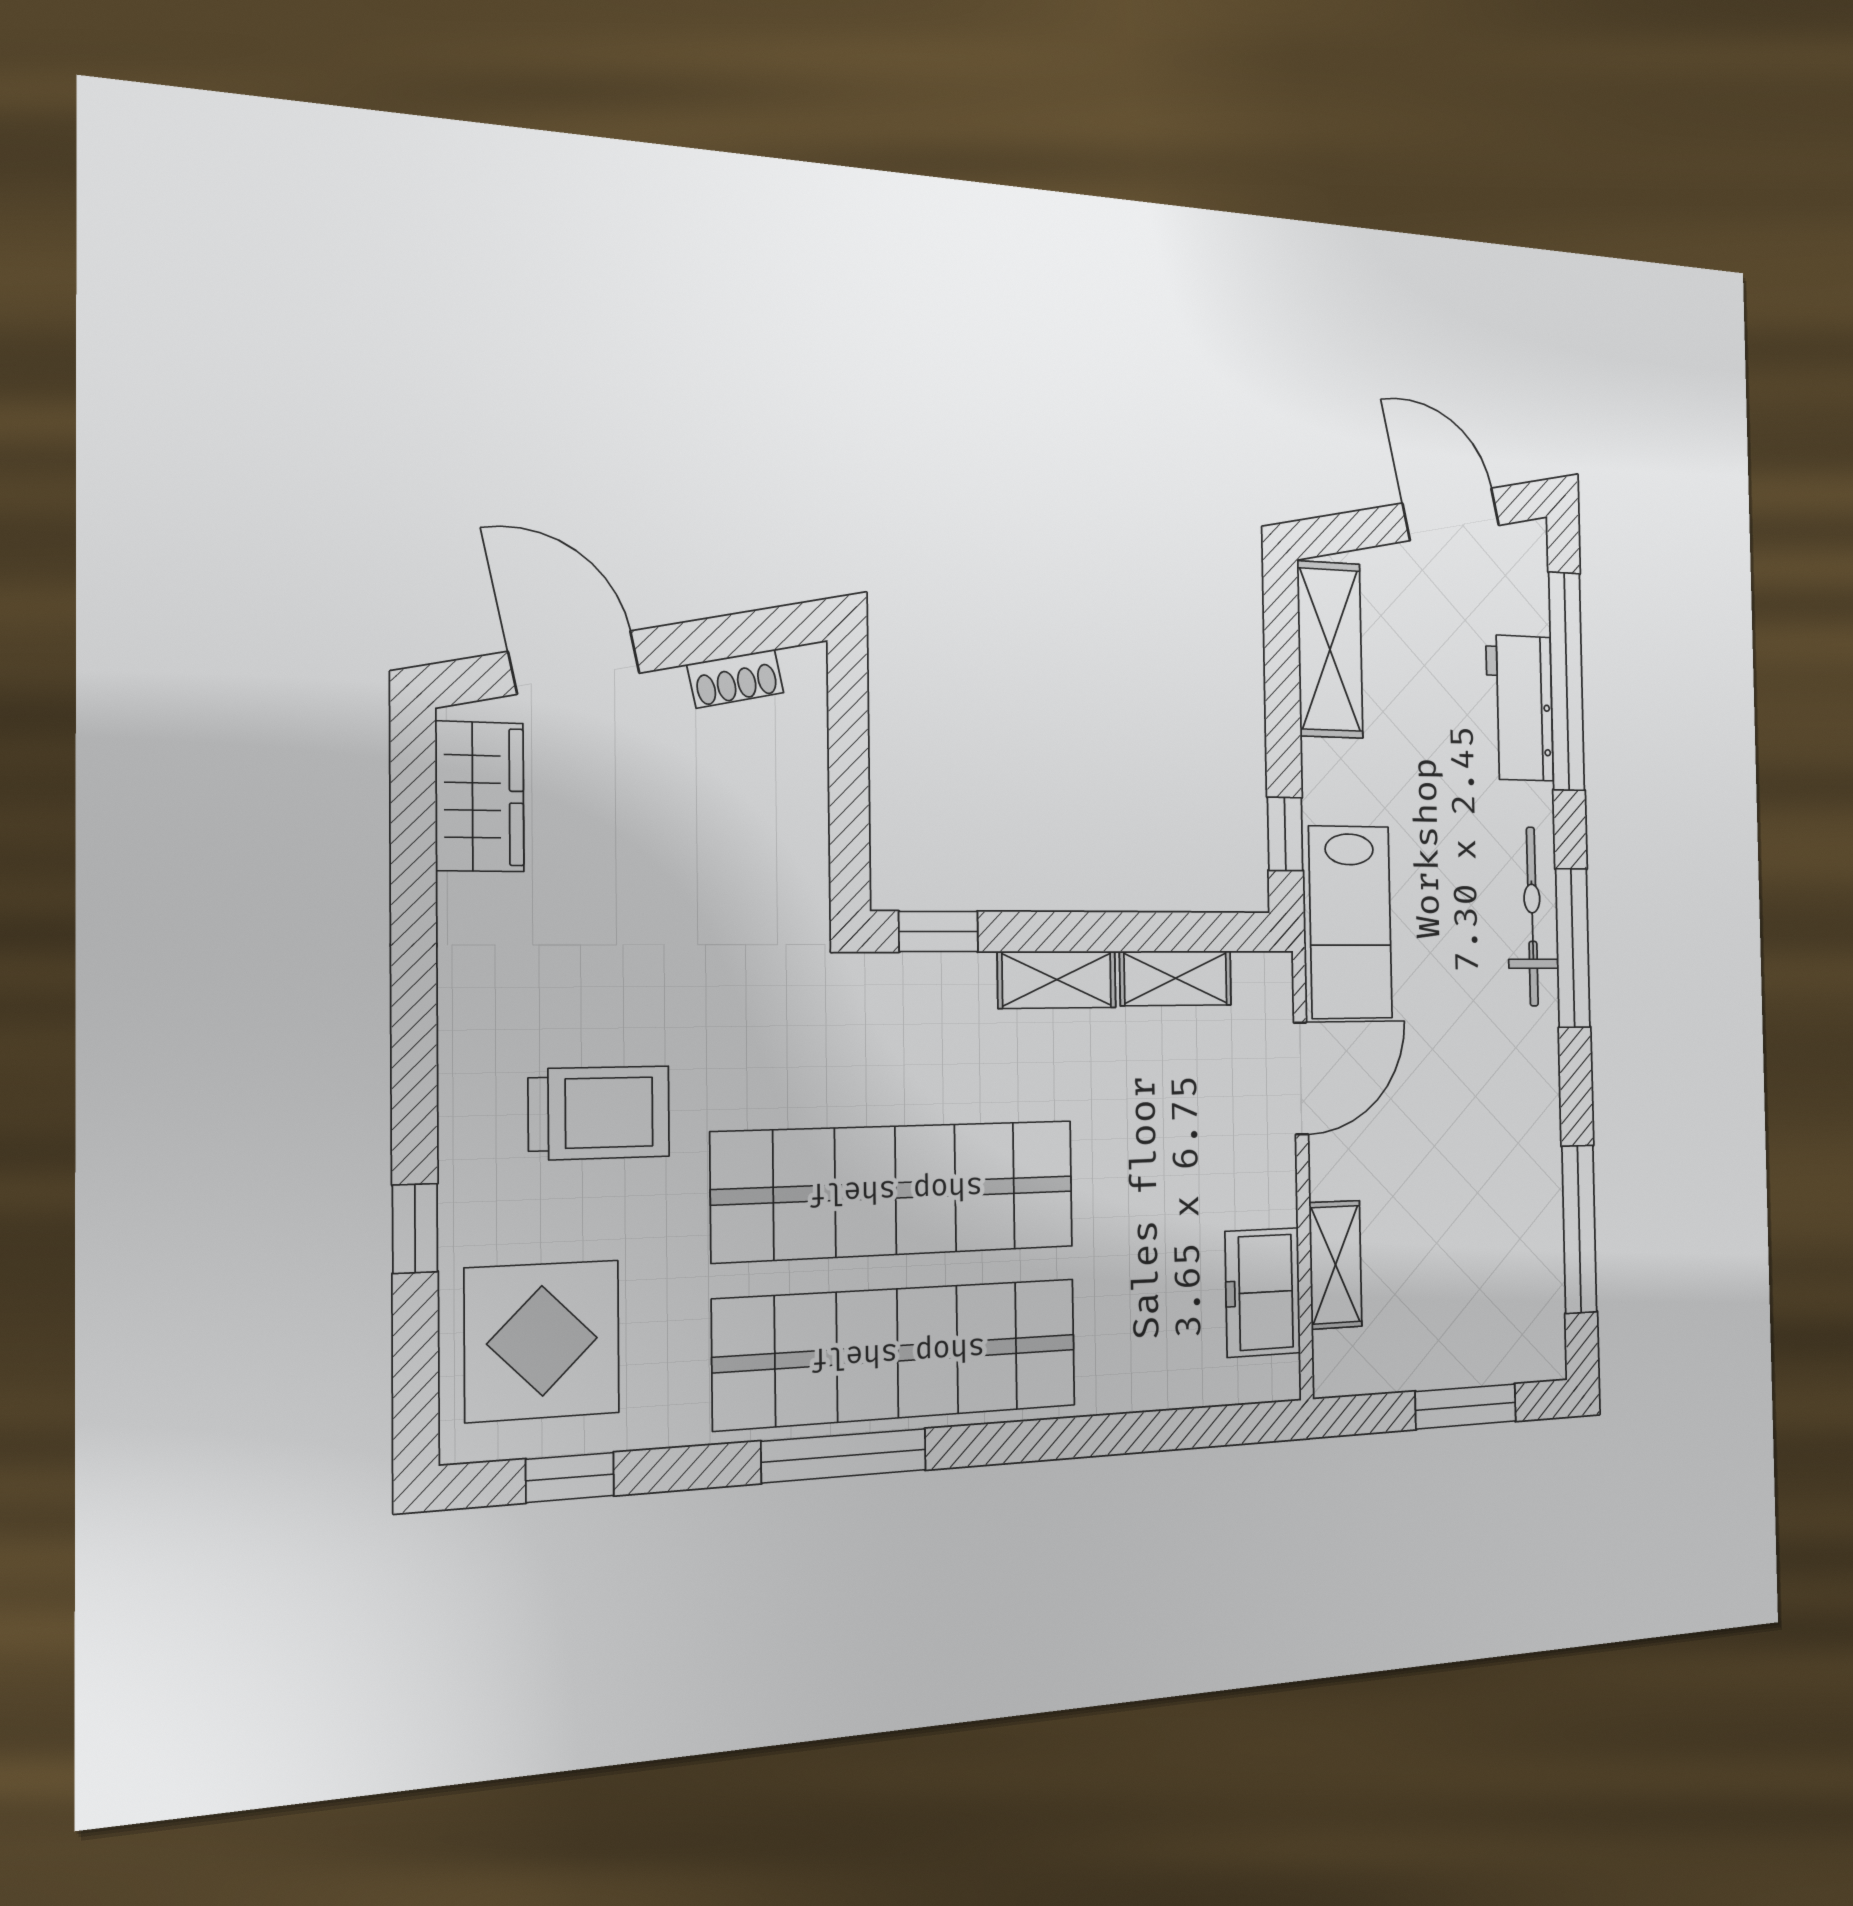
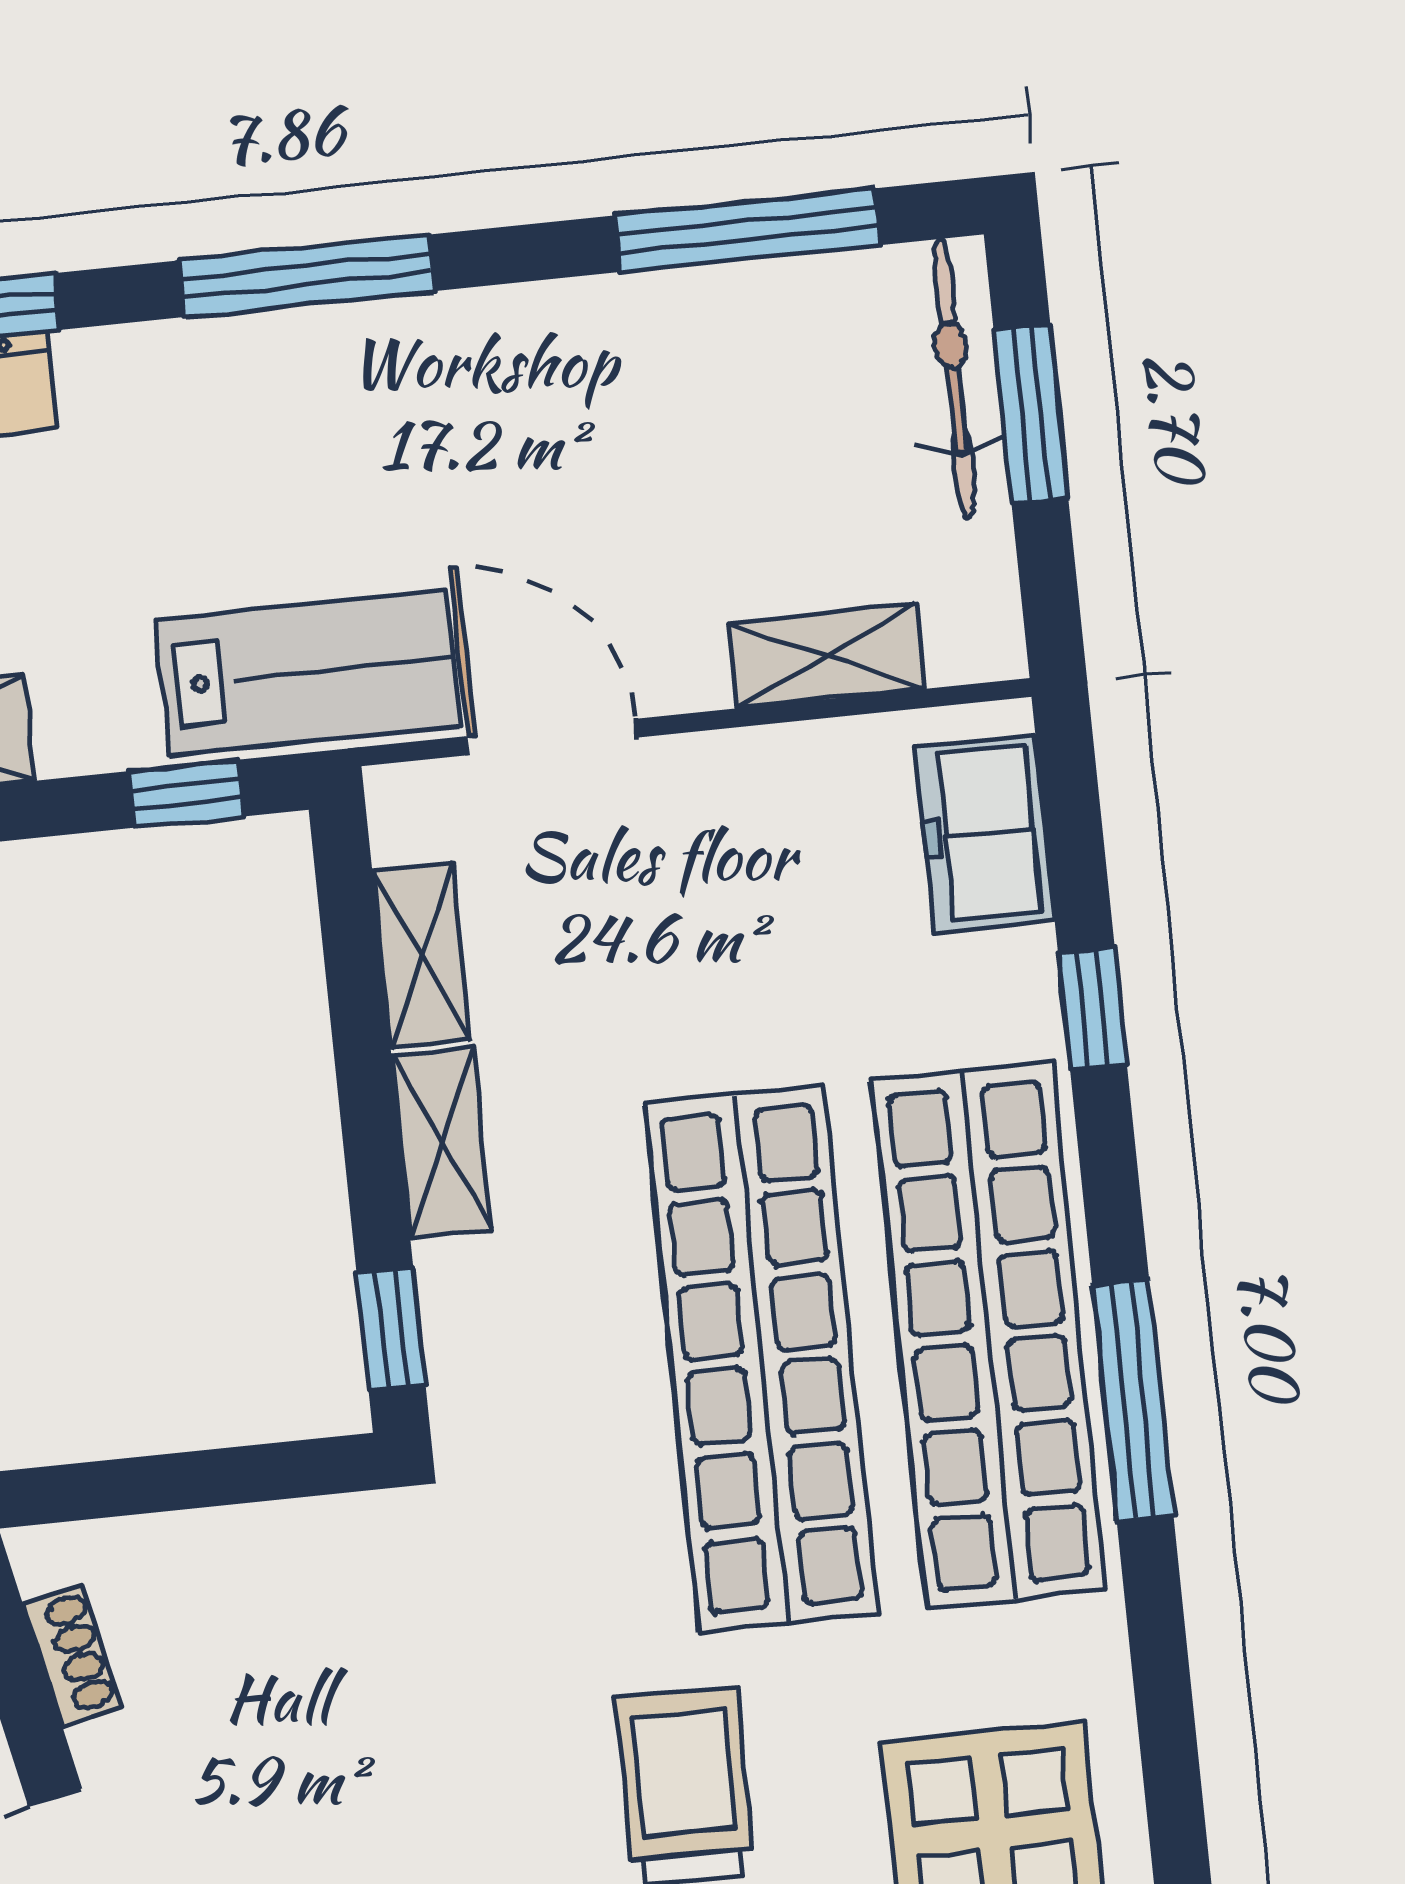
bicycle: (1532, 916) -> (954, 379), moved, turned 90
freezer: (1263, 1292) -> (985, 833), moved, turned 90
window: (570, 1477) -> (1092, 1008), moved

